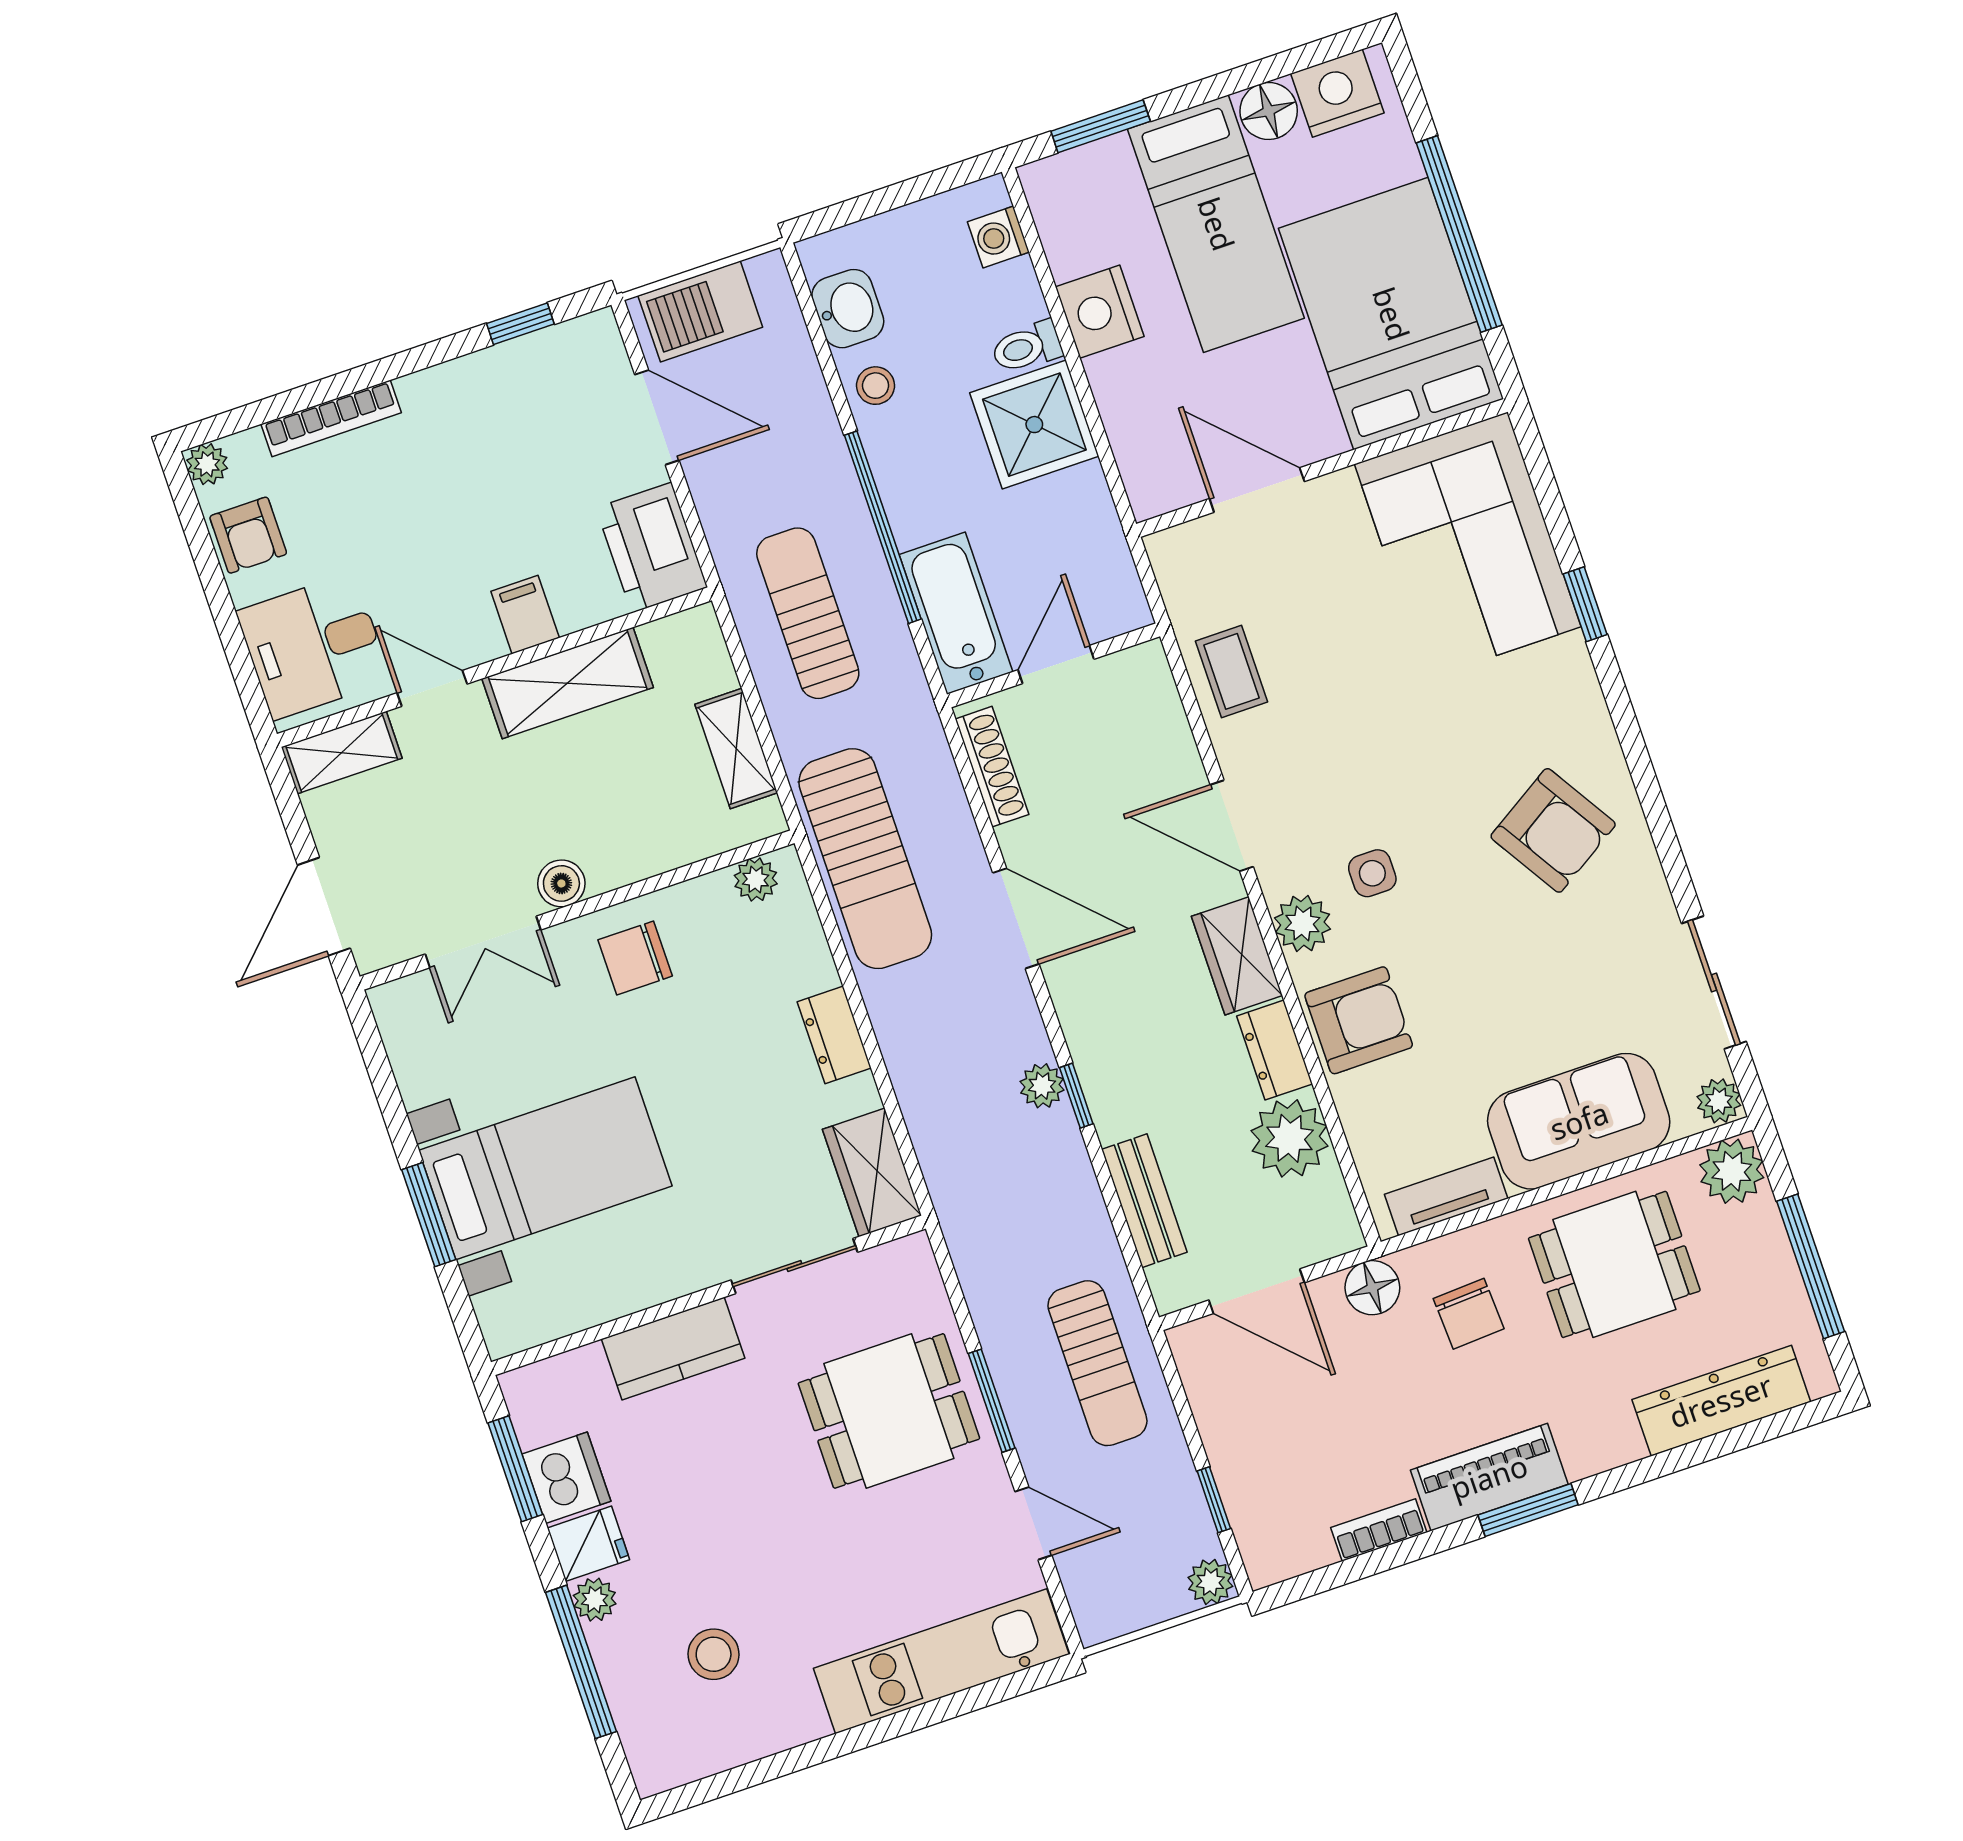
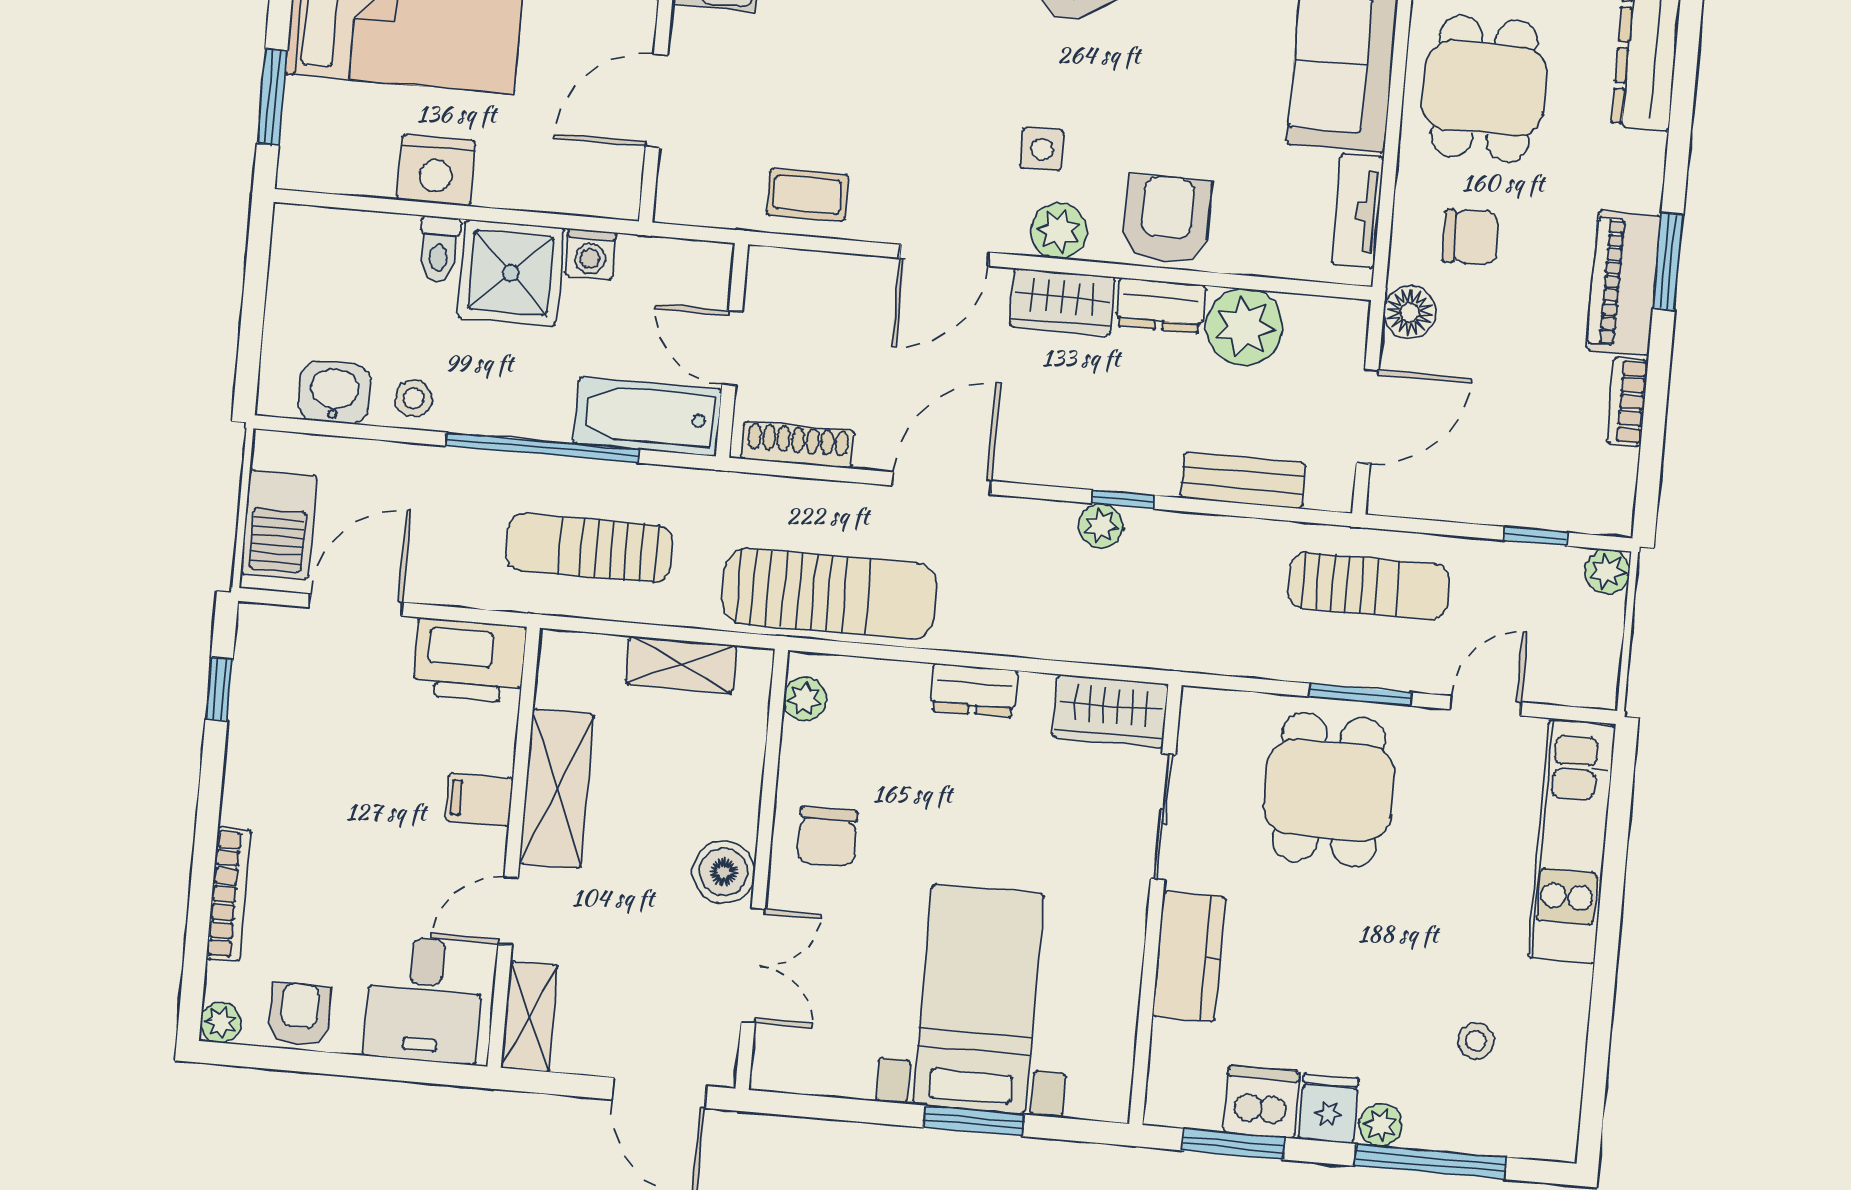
washing machine: (998, 237) -> (590, 254), moved
armchair: (248, 535) -> (300, 1014), turned -90
boiler: (561, 883) -> (724, 872), width x1.36, depth x1.36
stool: (714, 1654) -> (1476, 1041), width x0.73, depth x0.73

